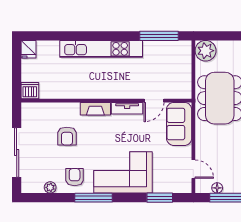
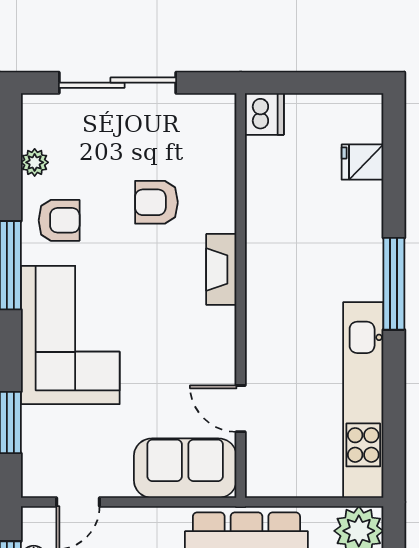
window: (159, 36) -> (394, 284), moved
fridge: (28, 49) -> (362, 162), moved
kitchen unit: (101, 49) -> (363, 400), moved
tv unit: (127, 108) -> (222, 345), removed

